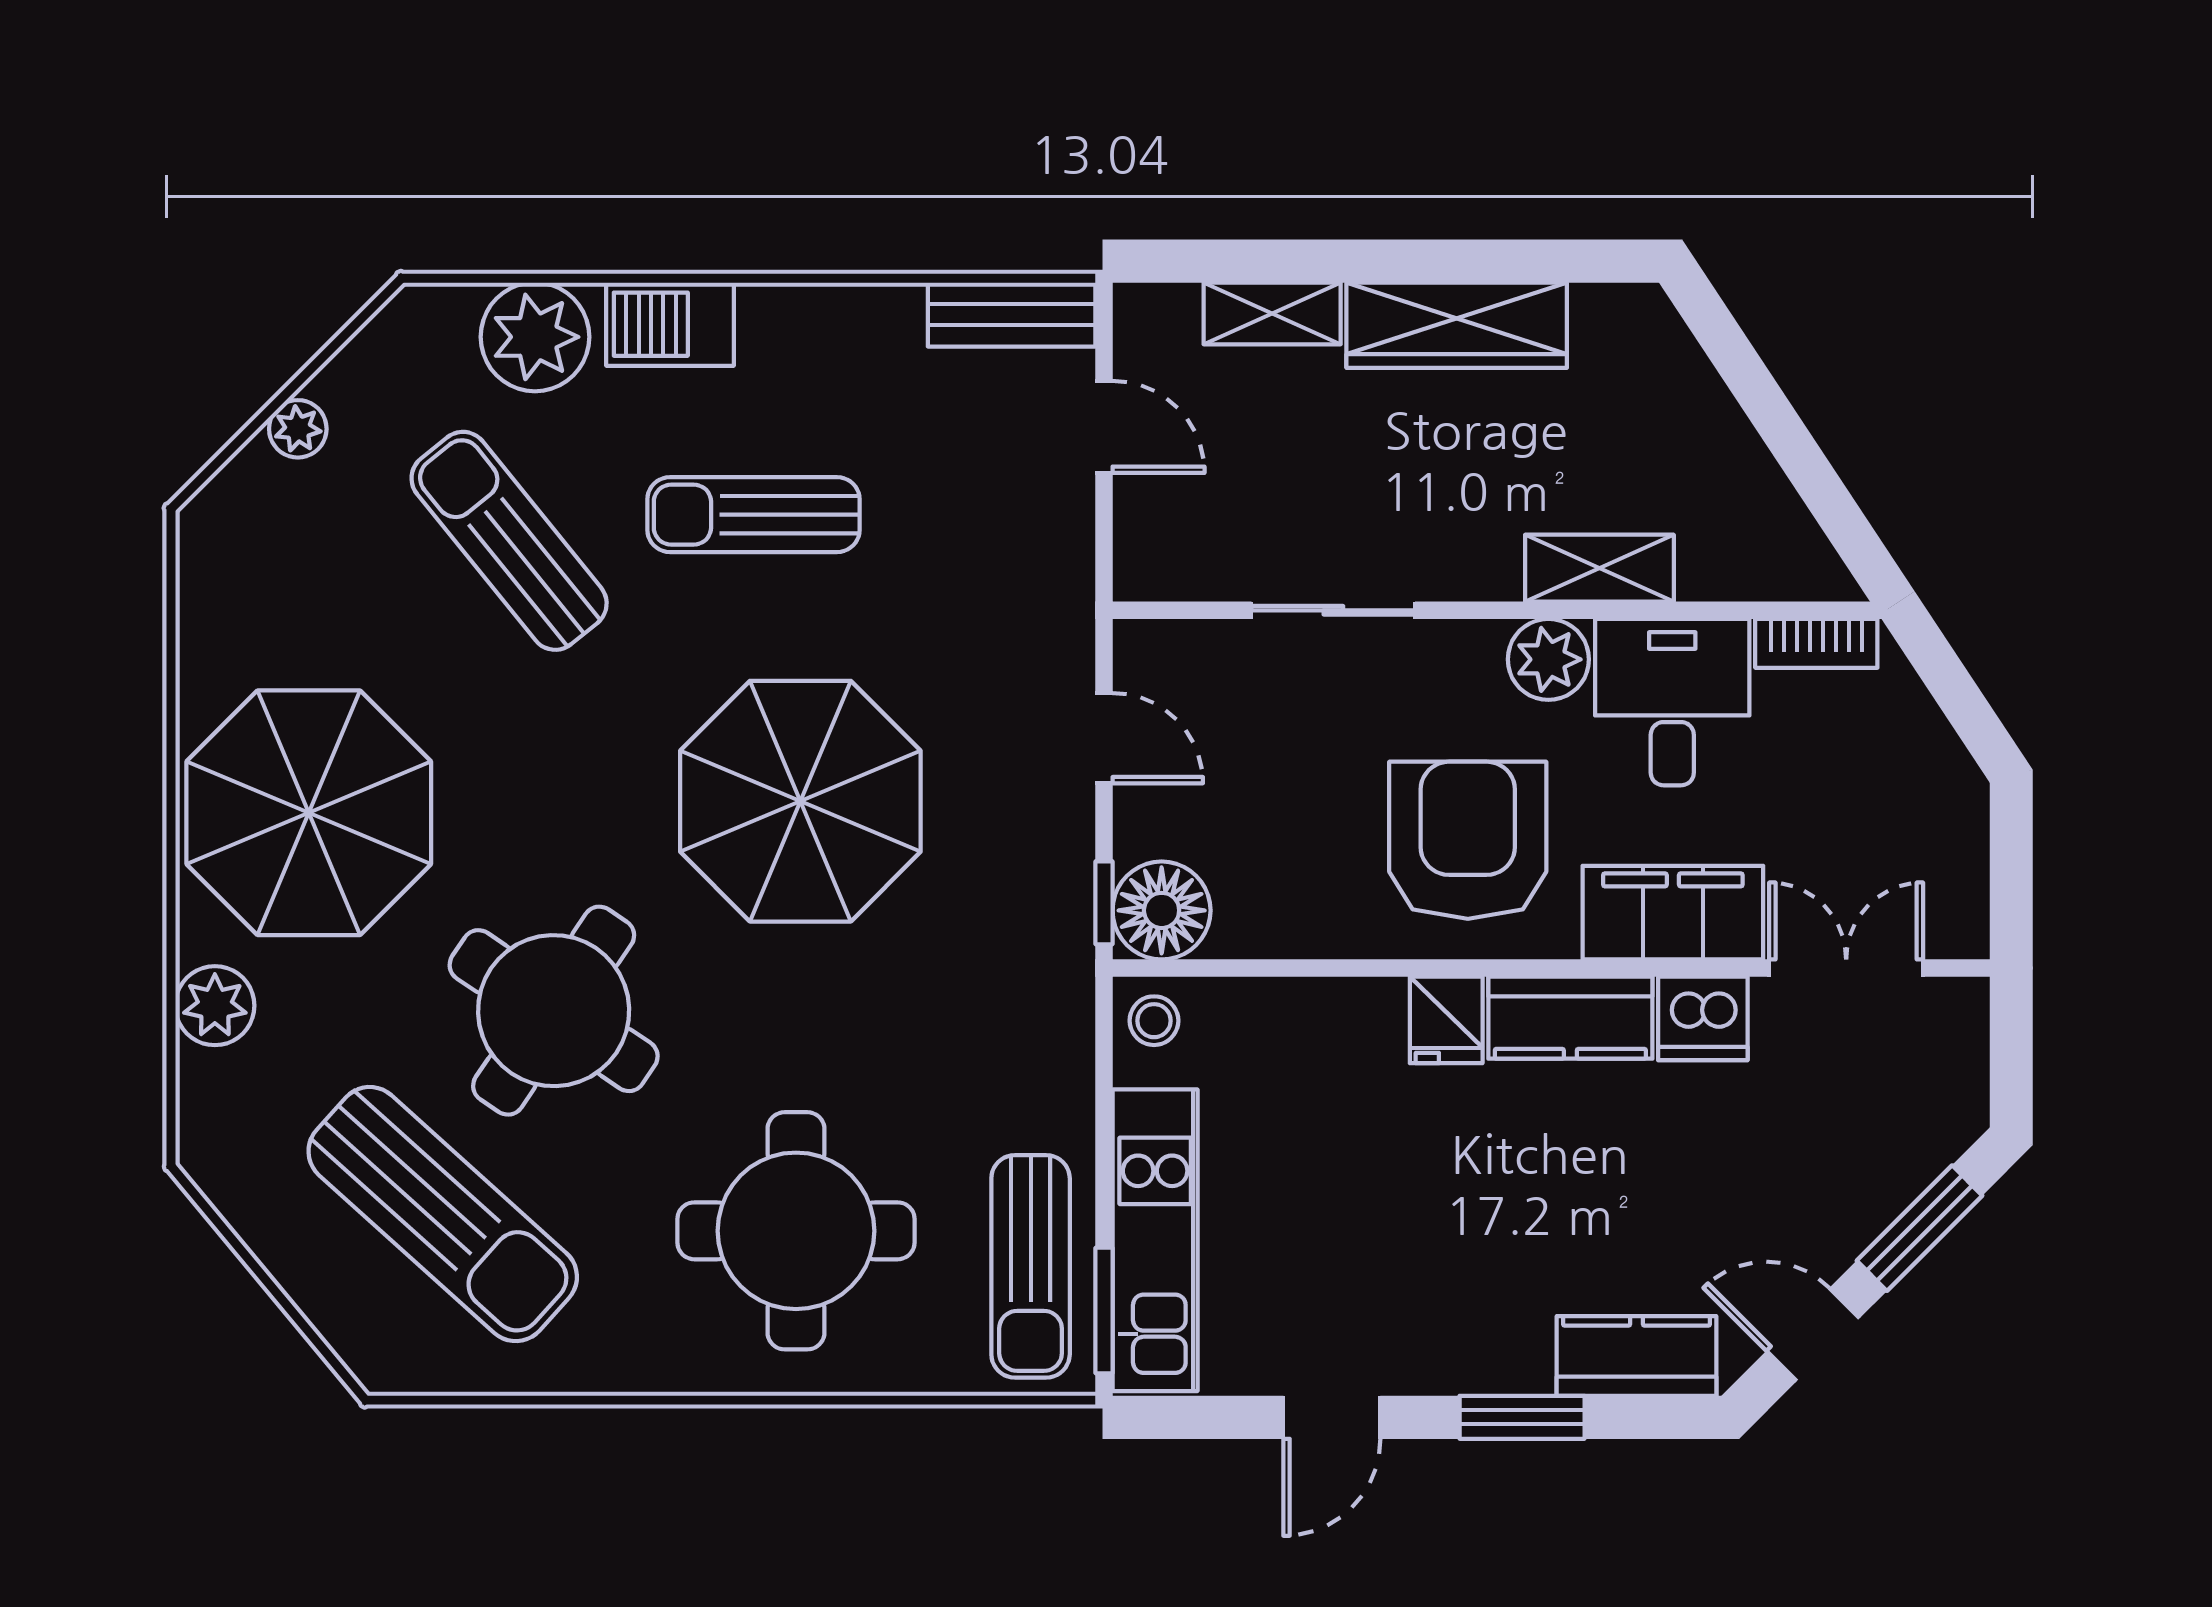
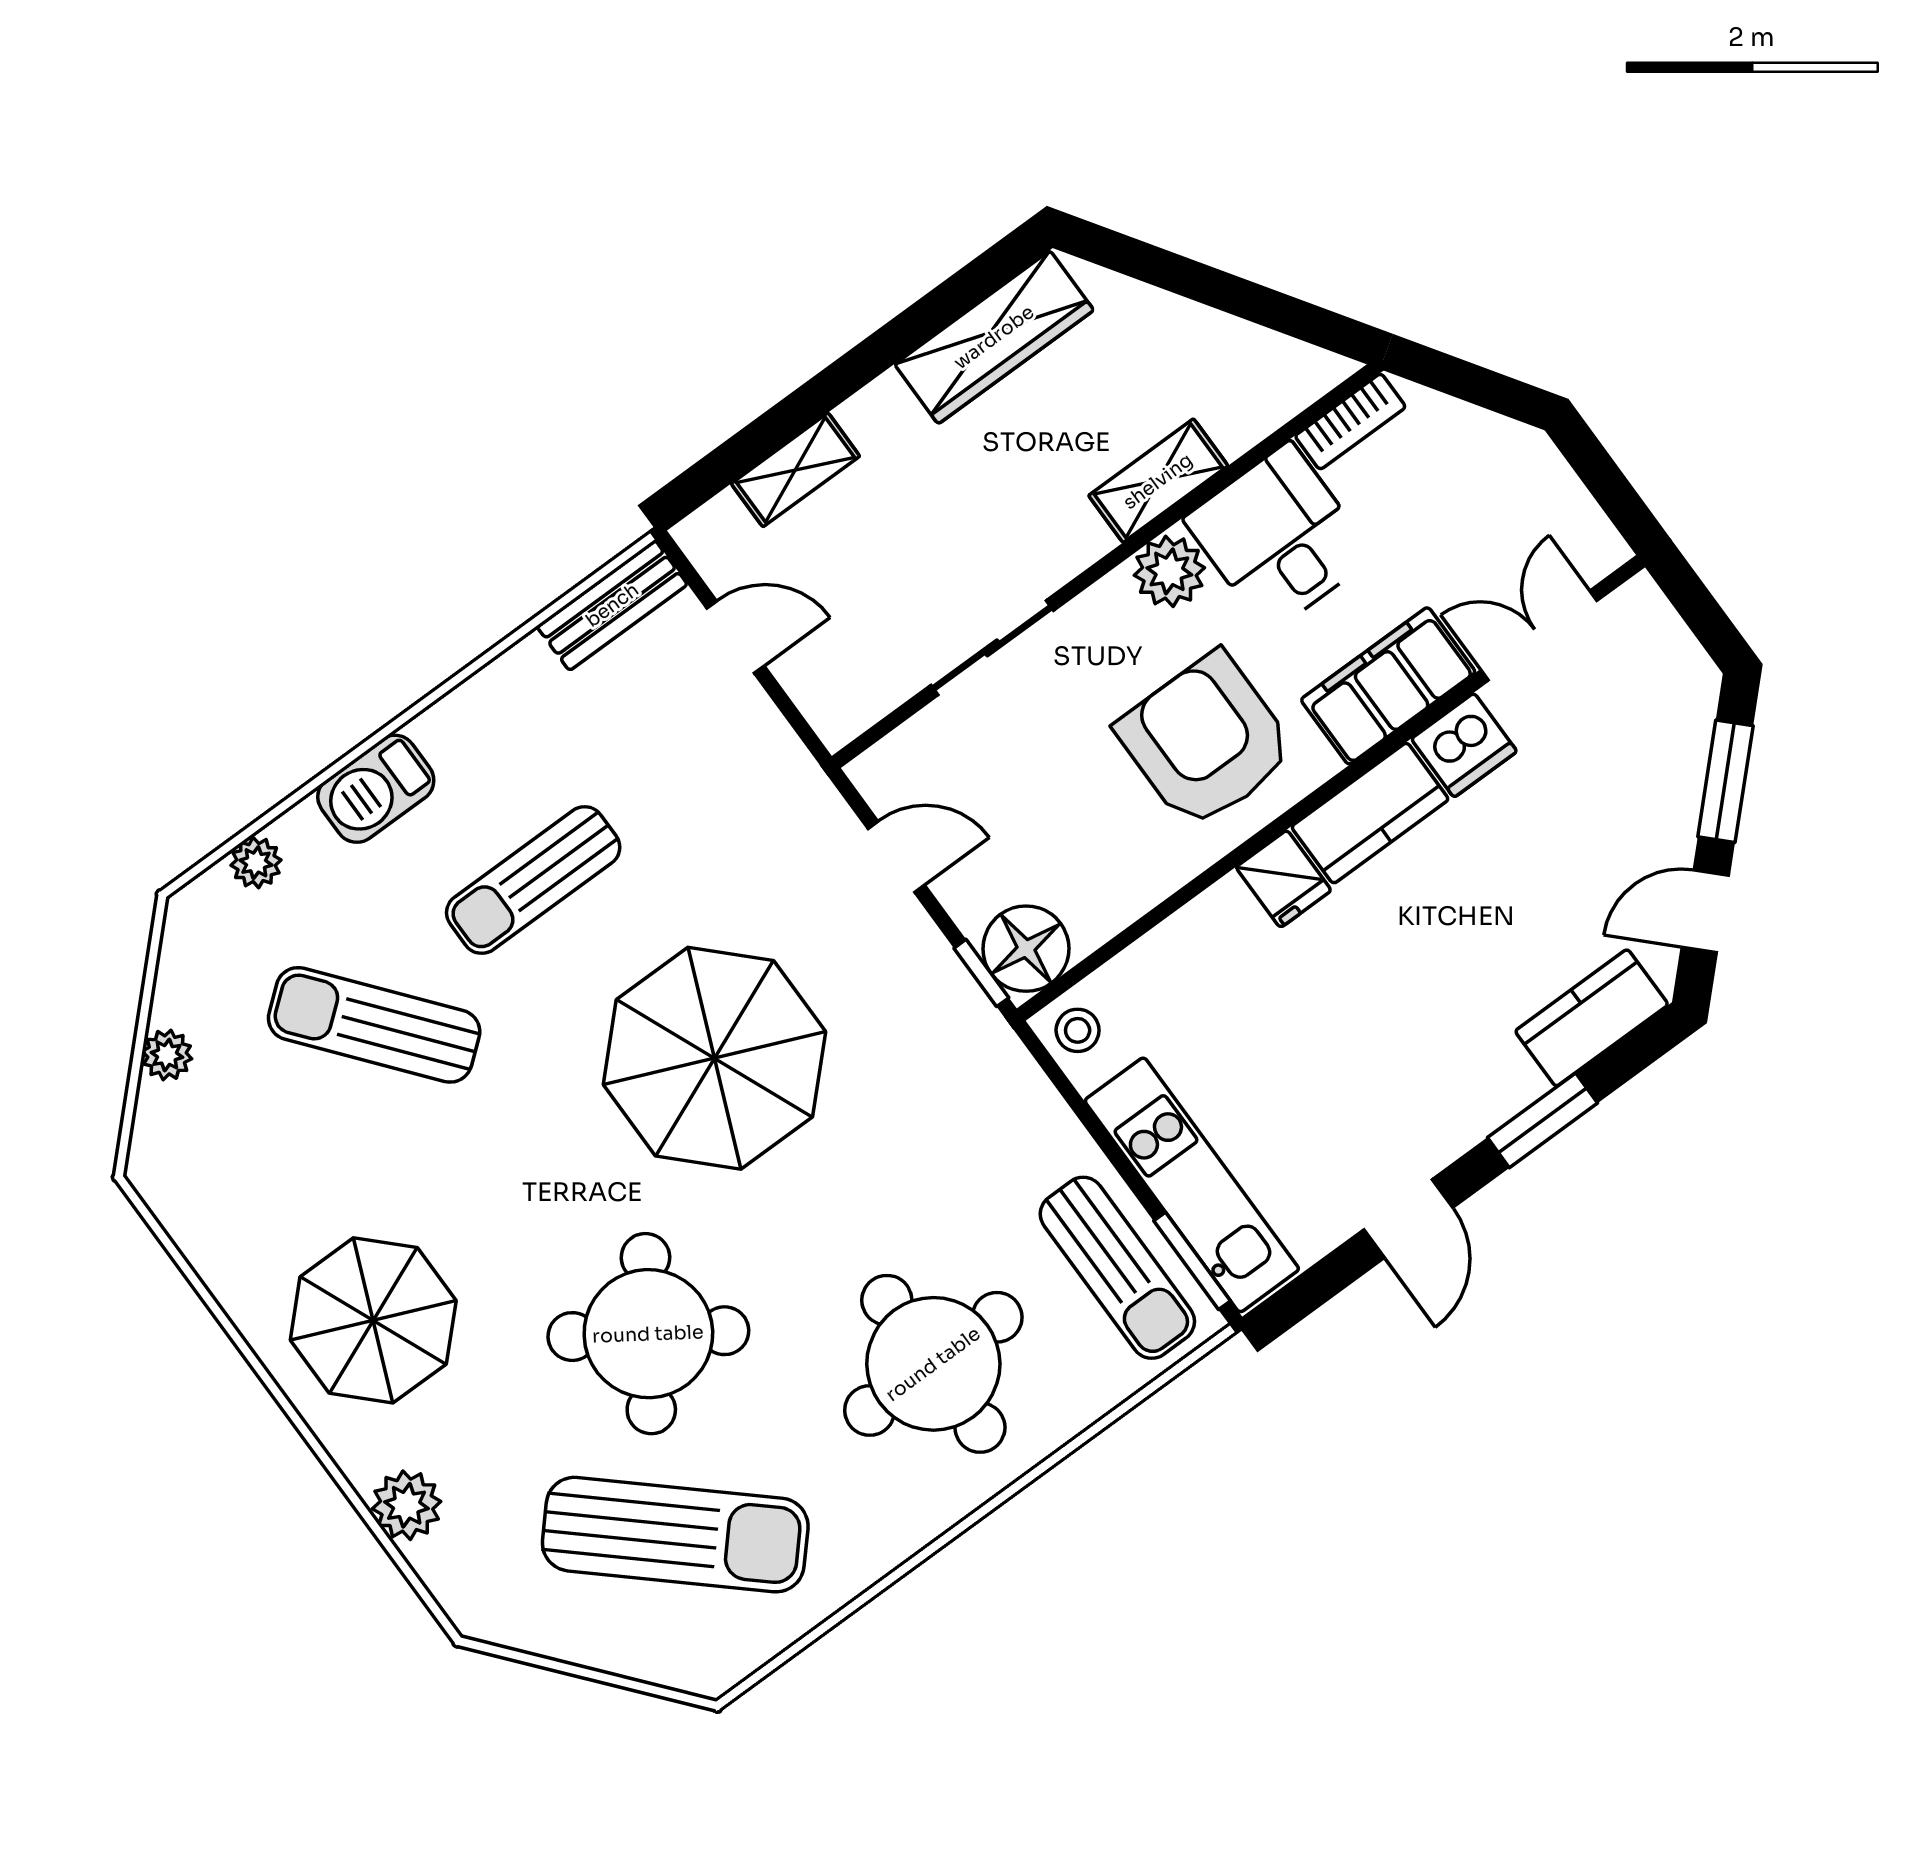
wardrobe: (1457, 325) -> (994, 337), moved
plant: (535, 337) -> (256, 863), width x0.53, depth x0.53
parasol: (309, 813) -> (373, 1320), width x0.73, depth x0.73

